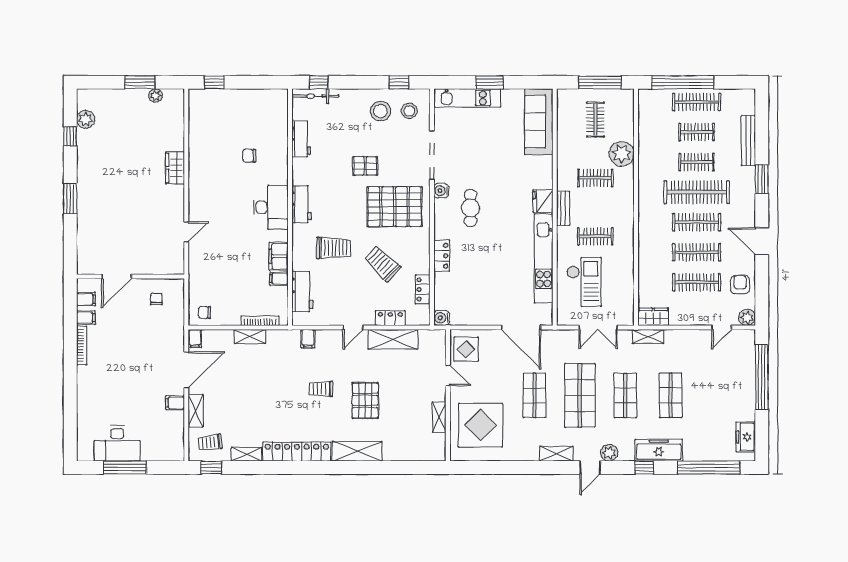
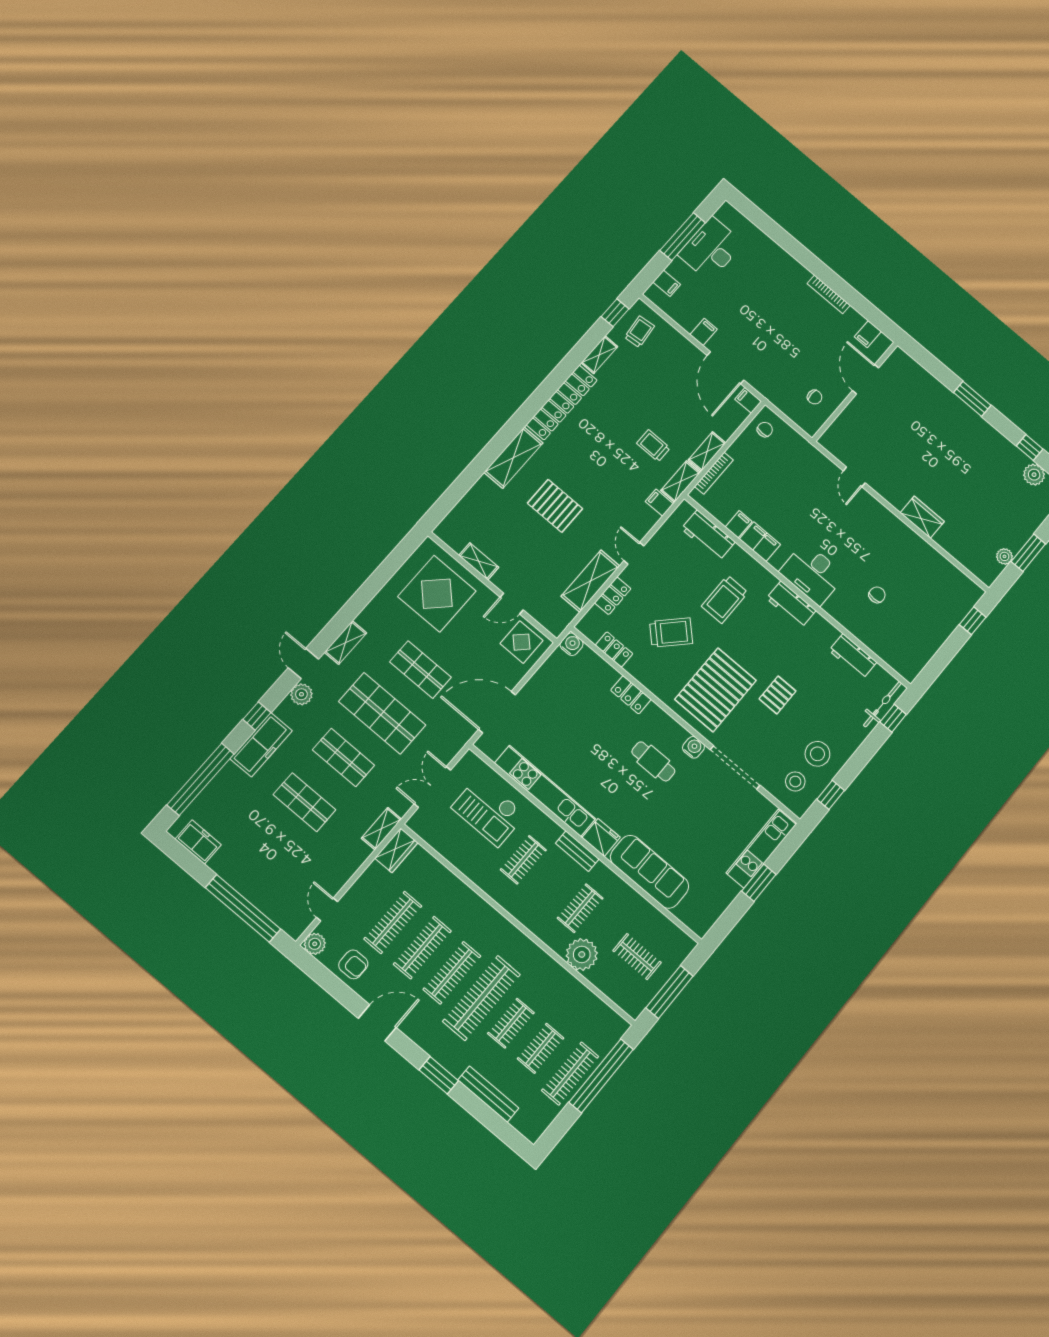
sofa: (539, 122) -> (650, 872), moved
filing cabinet: (86, 318) -> (667, 283), moved, turned -90
trolley: (321, 389) -> (653, 446), moved, turned -90
shelving: (196, 411) -> (681, 482), moved, turned 90

